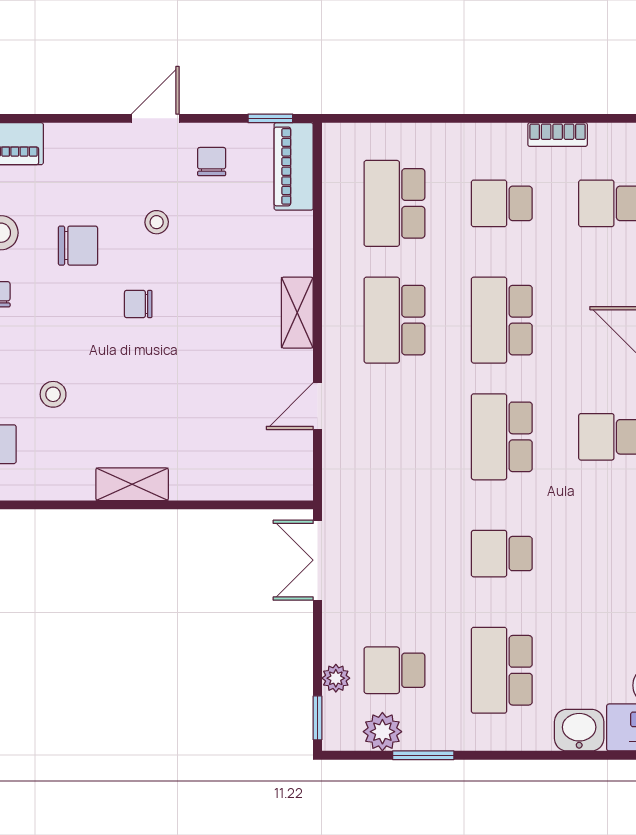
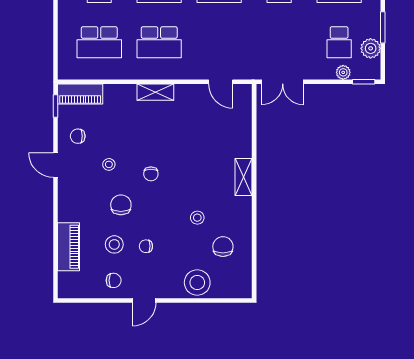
door: (318, 406) -> (221, 82), moved

